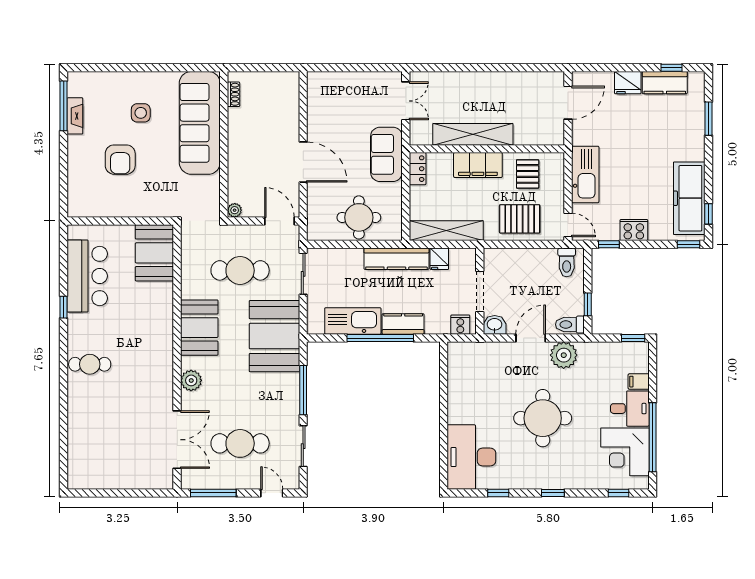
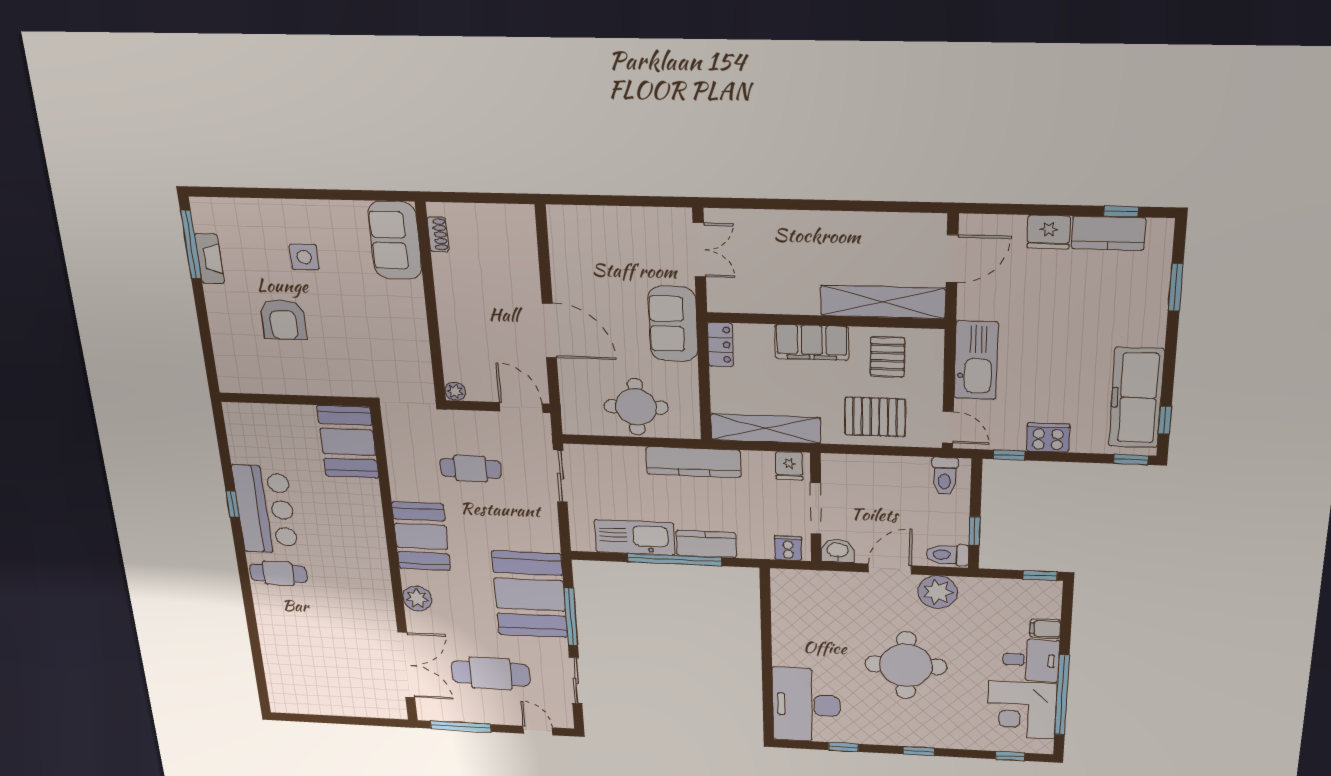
sofa: (200, 123) -> (395, 240), width x0.54, depth x0.79
shelving: (473, 134) -> (883, 302), moved
fridge: (439, 259) -> (789, 466), moved
cafe table: (240, 270) -> (471, 469), width x0.73, depth x0.74
bar counter: (87, 276) -> (265, 509), moved
booth: (274, 336) -> (530, 594), moved

